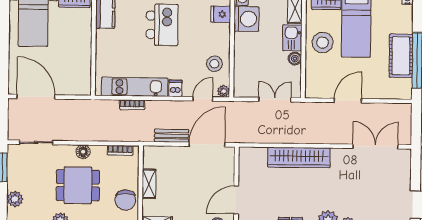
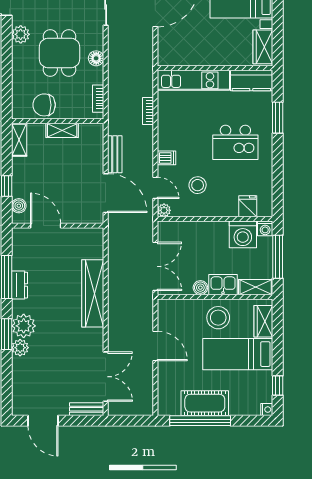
stool: (214, 64) -> (198, 185), moved
kitchen unit: (135, 87) -> (193, 80), moved, turned 90
double door: (275, 100) -> (155, 266), width x1.37
bench: (405, 164) -> (87, 409), added

